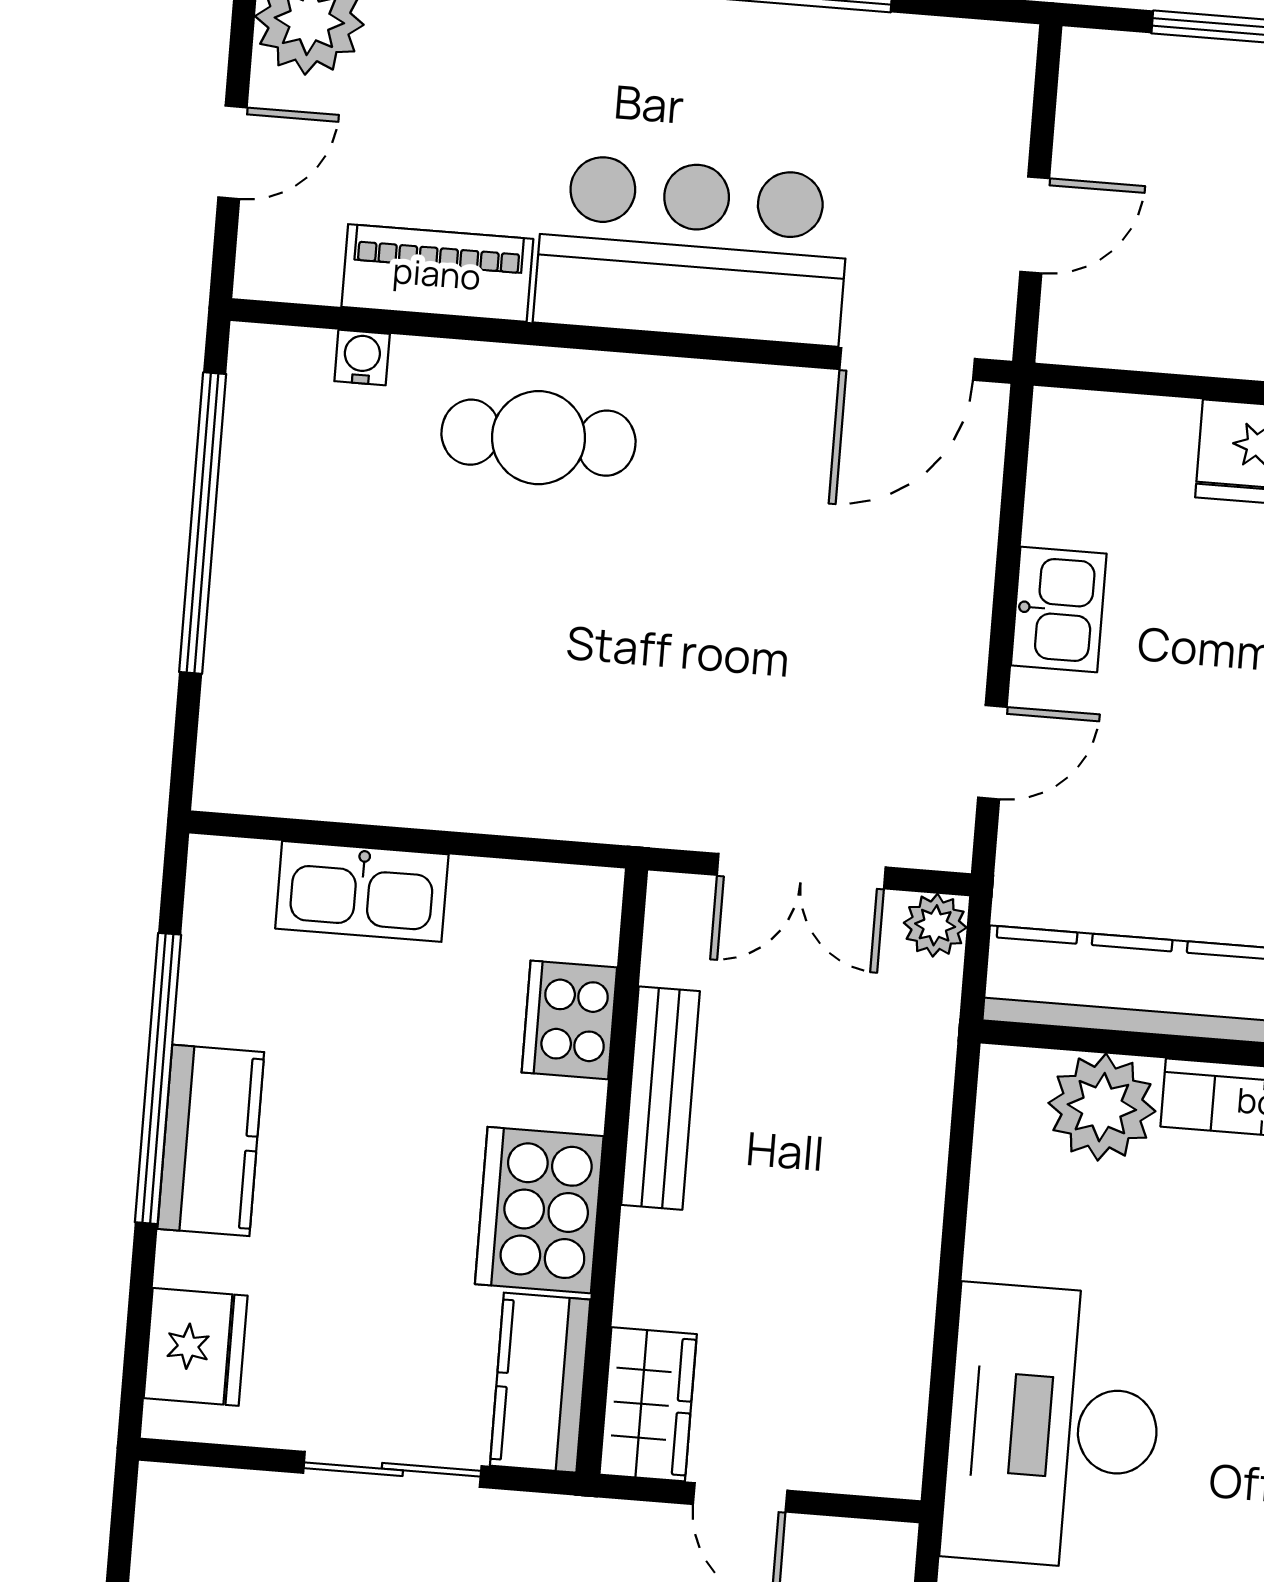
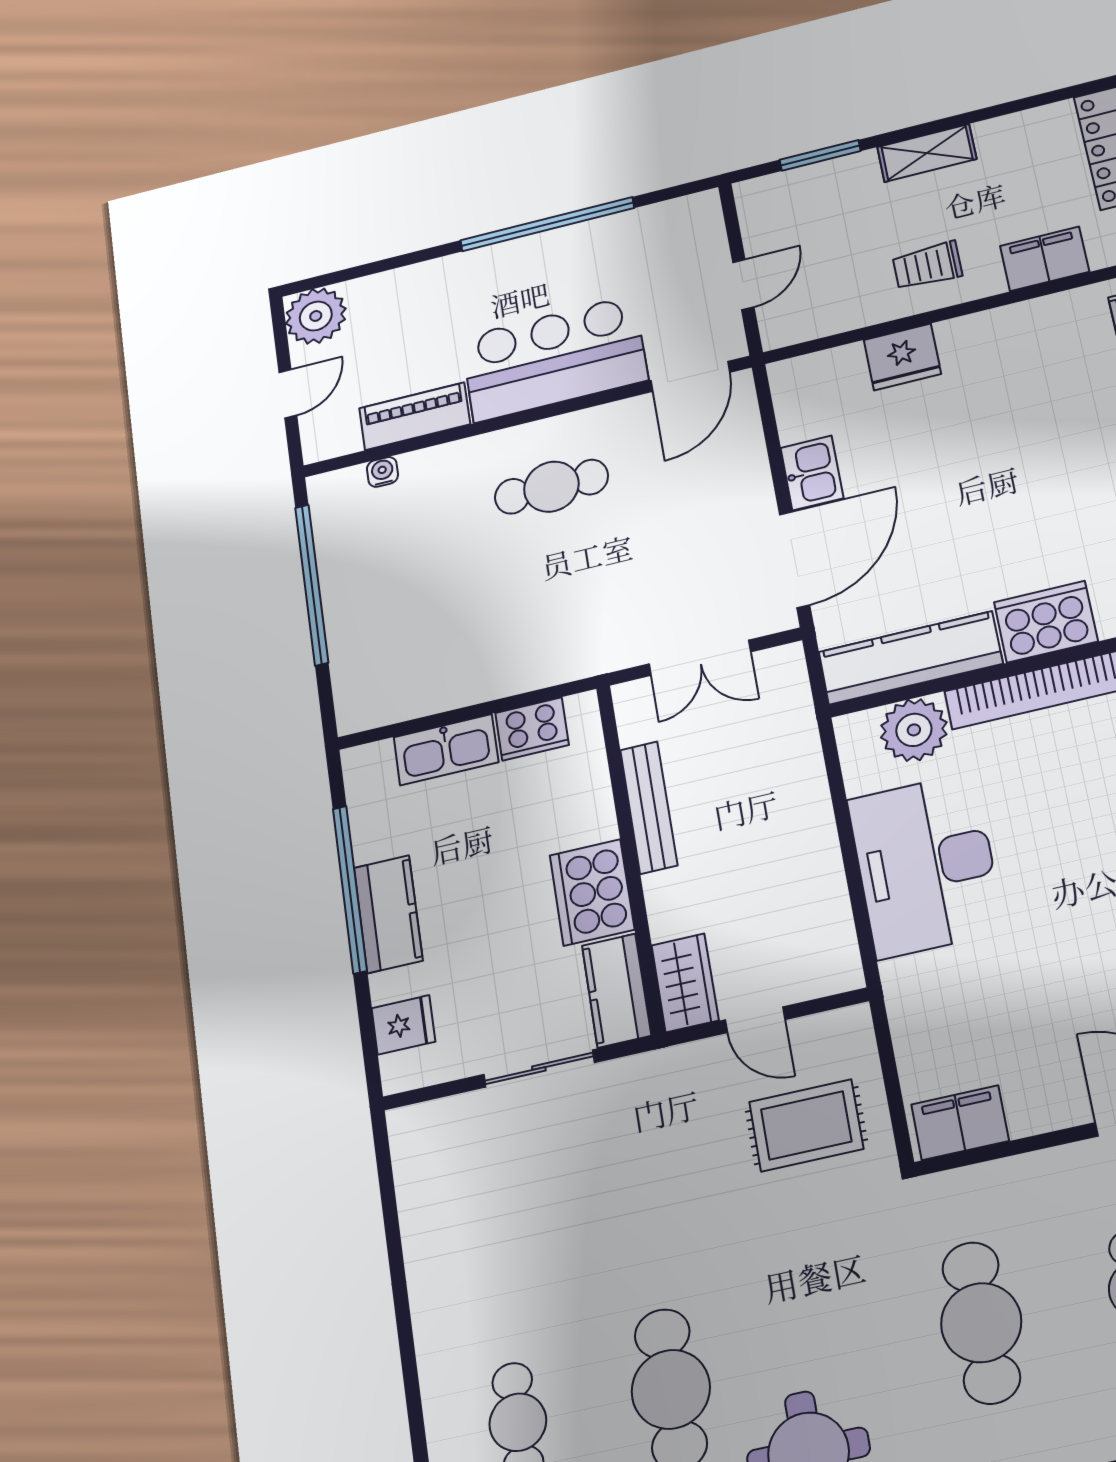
cafe table: (538, 438) -> (551, 487), moved
door: (992, 752) -> (794, 559), width x1.88
plant: (935, 925) -> (786, 662), removed
cooker: (569, 1020) -> (532, 729), moved, turned -90
fridge: (196, 1347) -> (403, 1025), width x0.72
desk: (1053, 1427) -> (926, 865), moved

